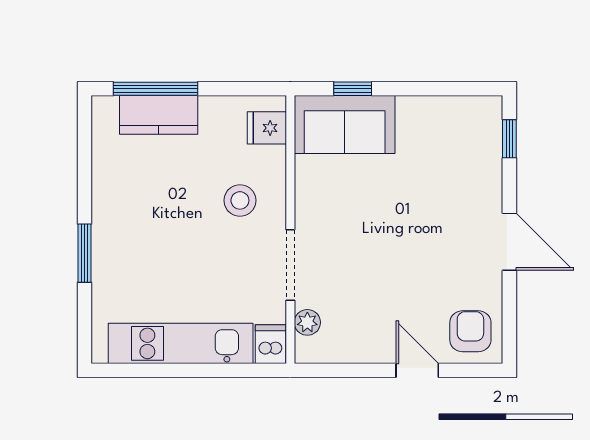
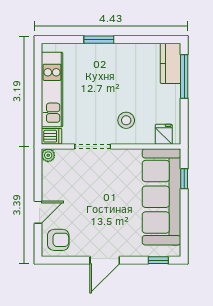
kitchen counter: (159, 115) -> (171, 63), moved
sofa: (345, 124) -> (161, 197), width x1.85, depth x1.27
plant: (307, 322) -> (48, 155), moved

